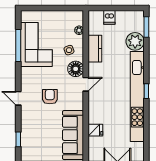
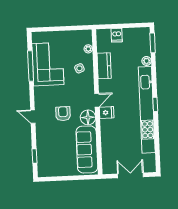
plant: (135, 41) -> (147, 61), width x0.53, depth x0.53
floor lamp: (76, 69) -> (88, 117), moved
fridge: (95, 130) -> (107, 112), moved

